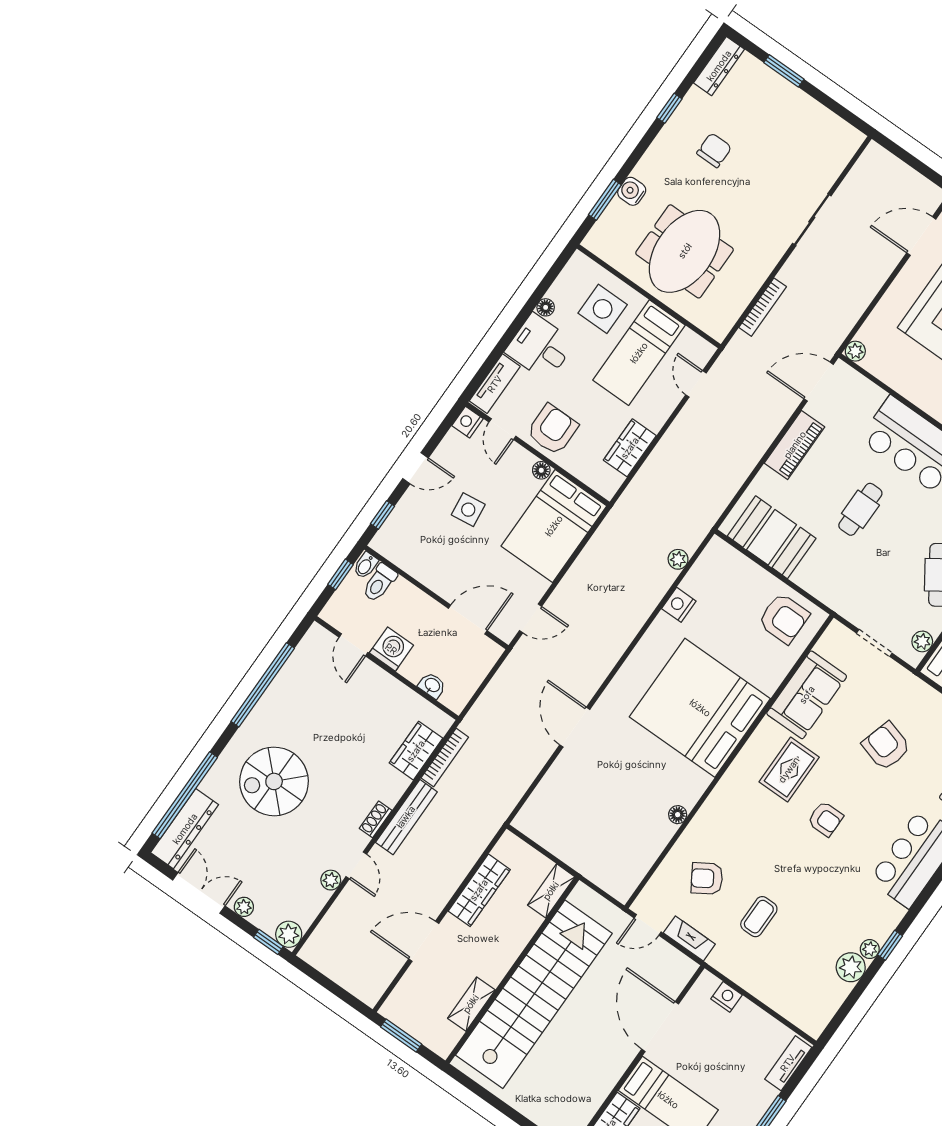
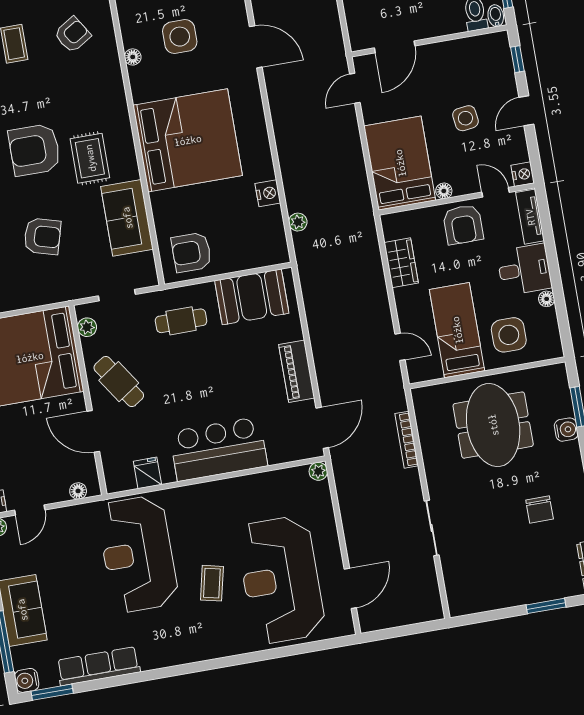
cafe table: (860, 509) -> (181, 321), moved, turned 90
side table: (626, 794) -> (180, 37), added
armchair: (825, 819) -> (35, 150), width x1.88, depth x1.88

